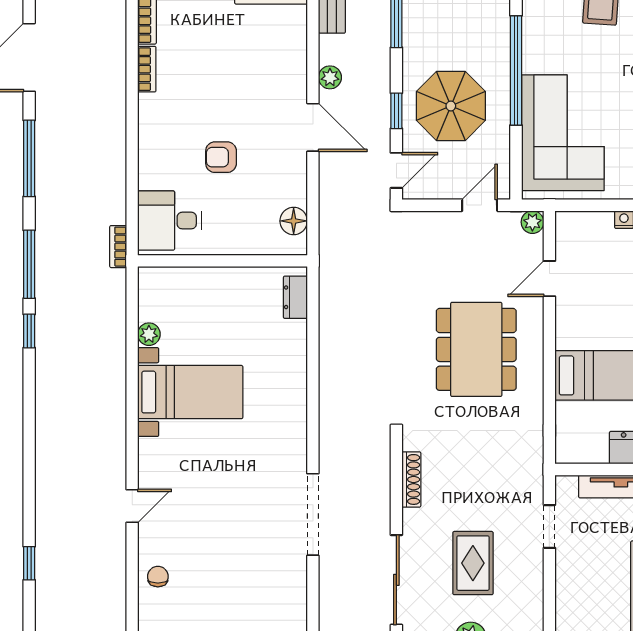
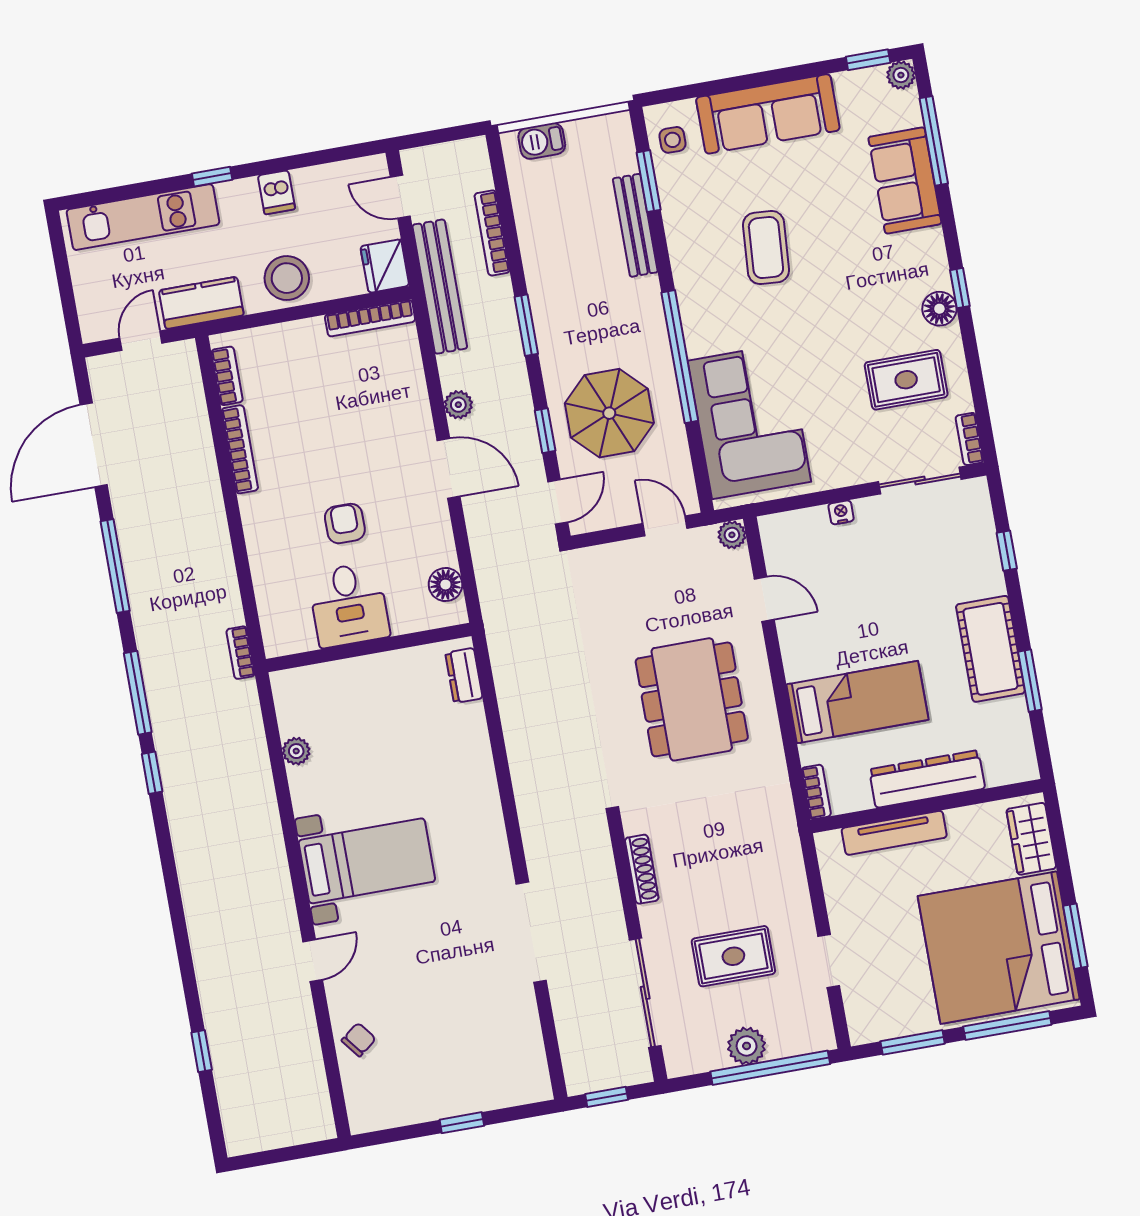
bookcase: (147, 69) -> (240, 449), width x1.56
armchair: (221, 157) -> (345, 524), turned 90
door: (480, 205) -> (665, 526), hinge flipped
desk: (170, 221) -> (349, 605), moved, turned -90
door: (549, 279) -> (764, 599), swing flipped
bed with nightstands: (190, 392) -> (367, 861), moved
bookcase: (564, 442) -> (816, 792), added
doorway: (549, 526) -> (829, 961), moved
rug: (473, 563) -> (733, 956), turned 90
chair: (158, 577) -> (359, 1040), turned 52

